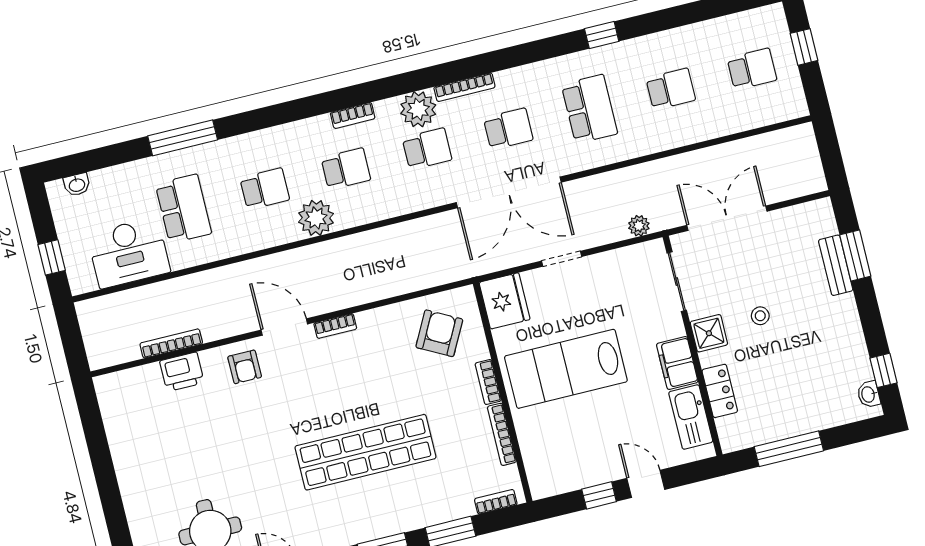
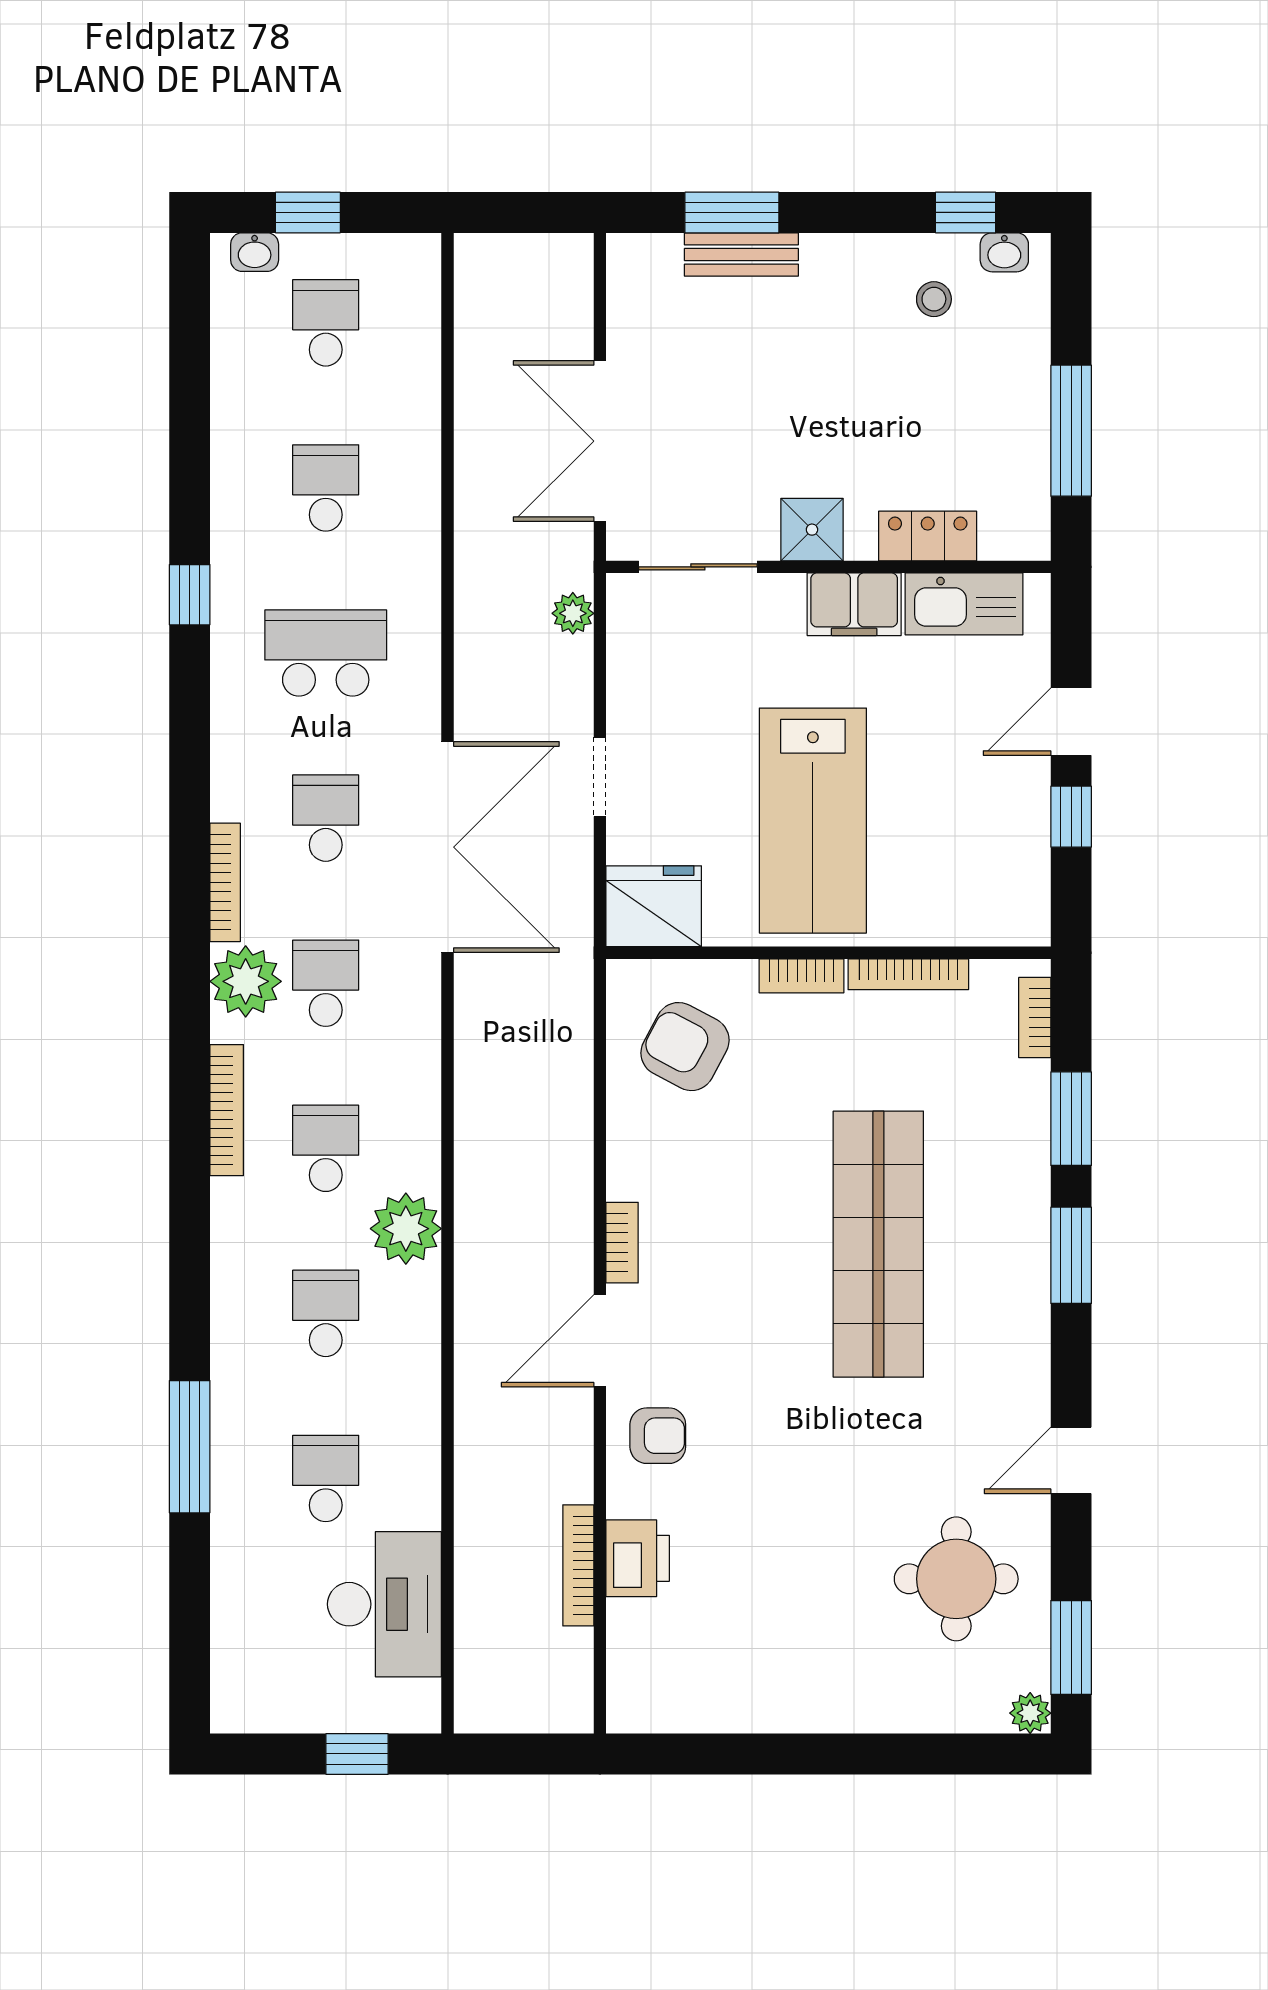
bookcase: (353, 115) -> (227, 1110), width x1.56
washbasin: (77, 185) -> (255, 252), moved, turned 90
school desk: (183, 209) -> (326, 1478), width x0.54
stool: (760, 316) -> (934, 299), moved

